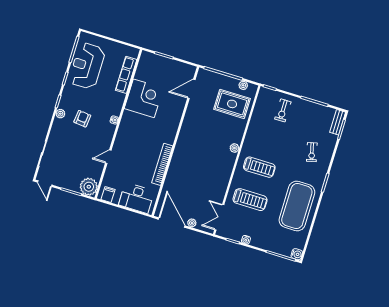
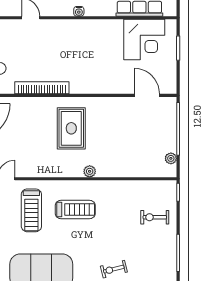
corner desk: (144, 98) -> (144, 40), moved
rug: (232, 104) -> (71, 128), moved
treadmill: (259, 167) -> (75, 209), turned -90

